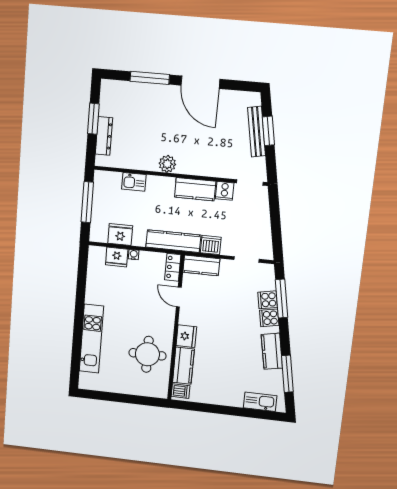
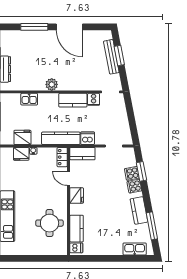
window: (281, 299) -> (141, 171), width x0.69
fridge: (186, 336) -> (77, 195), moved

